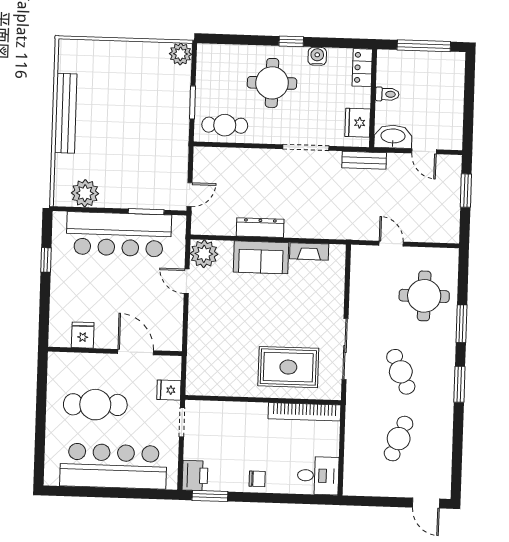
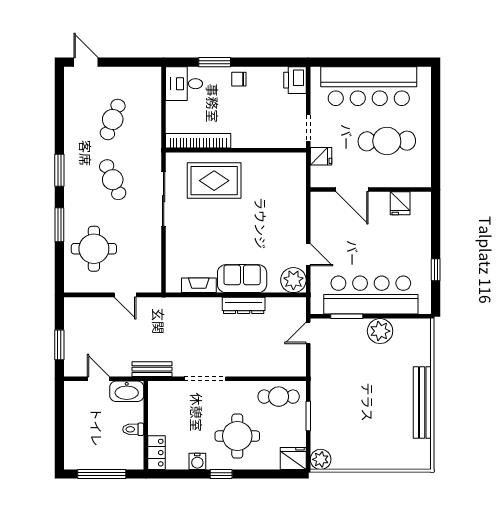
fridge: (358, 123) -> (293, 459), moved, turned -90
plant: (85, 193) -> (380, 331), moved
window: (210, 496) -> (215, 62), moved

